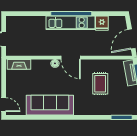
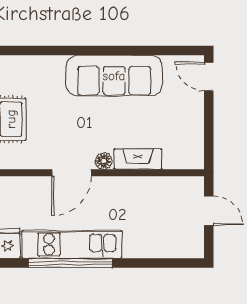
door: (71, 58) -> (72, 173), swing flipped
fireplace: (19, 64) -> (138, 159), moved

